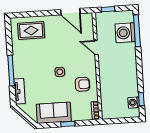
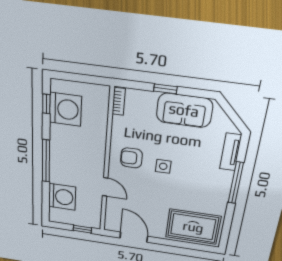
rug: (31, 30) -> (193, 227), width x1.36, depth x1.43
window: (137, 31) -> (46, 161), moved
armchair: (82, 84) -> (131, 158), moved
washing machine: (134, 103) -> (65, 109), width x1.89, depth x1.89

